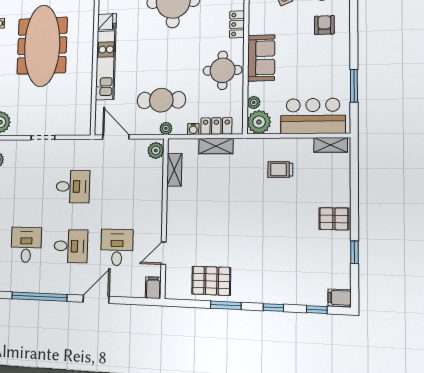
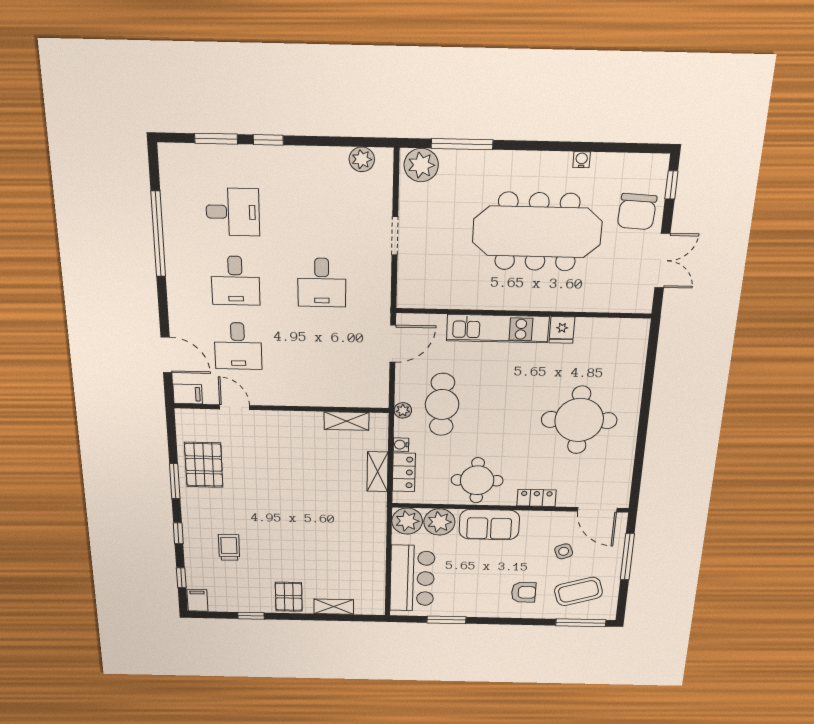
plant: (254, 102) -> (439, 522), width x1.88, depth x1.88
shelving: (331, 145) -> (334, 607), moved, turned 90
plant: (156, 150) -> (373, 397), removed
trolley: (280, 170) -> (229, 547), moved
desk: (117, 247) -> (238, 346), turned 90
door: (96, 299) -> (166, 355), moved

